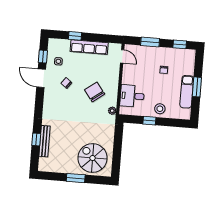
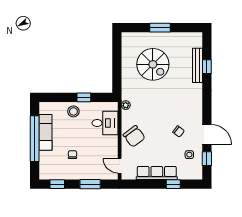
window: (197, 87) -> (35, 139), width x2.11
chair: (95, 92) -> (134, 136), moved
spiral stairs: (93, 158) -> (153, 64), moved

